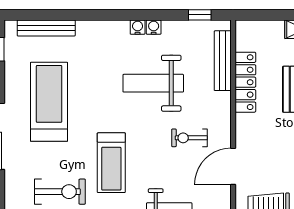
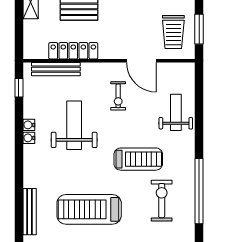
weight bench: (153, 83) -> (74, 125), turned 180

